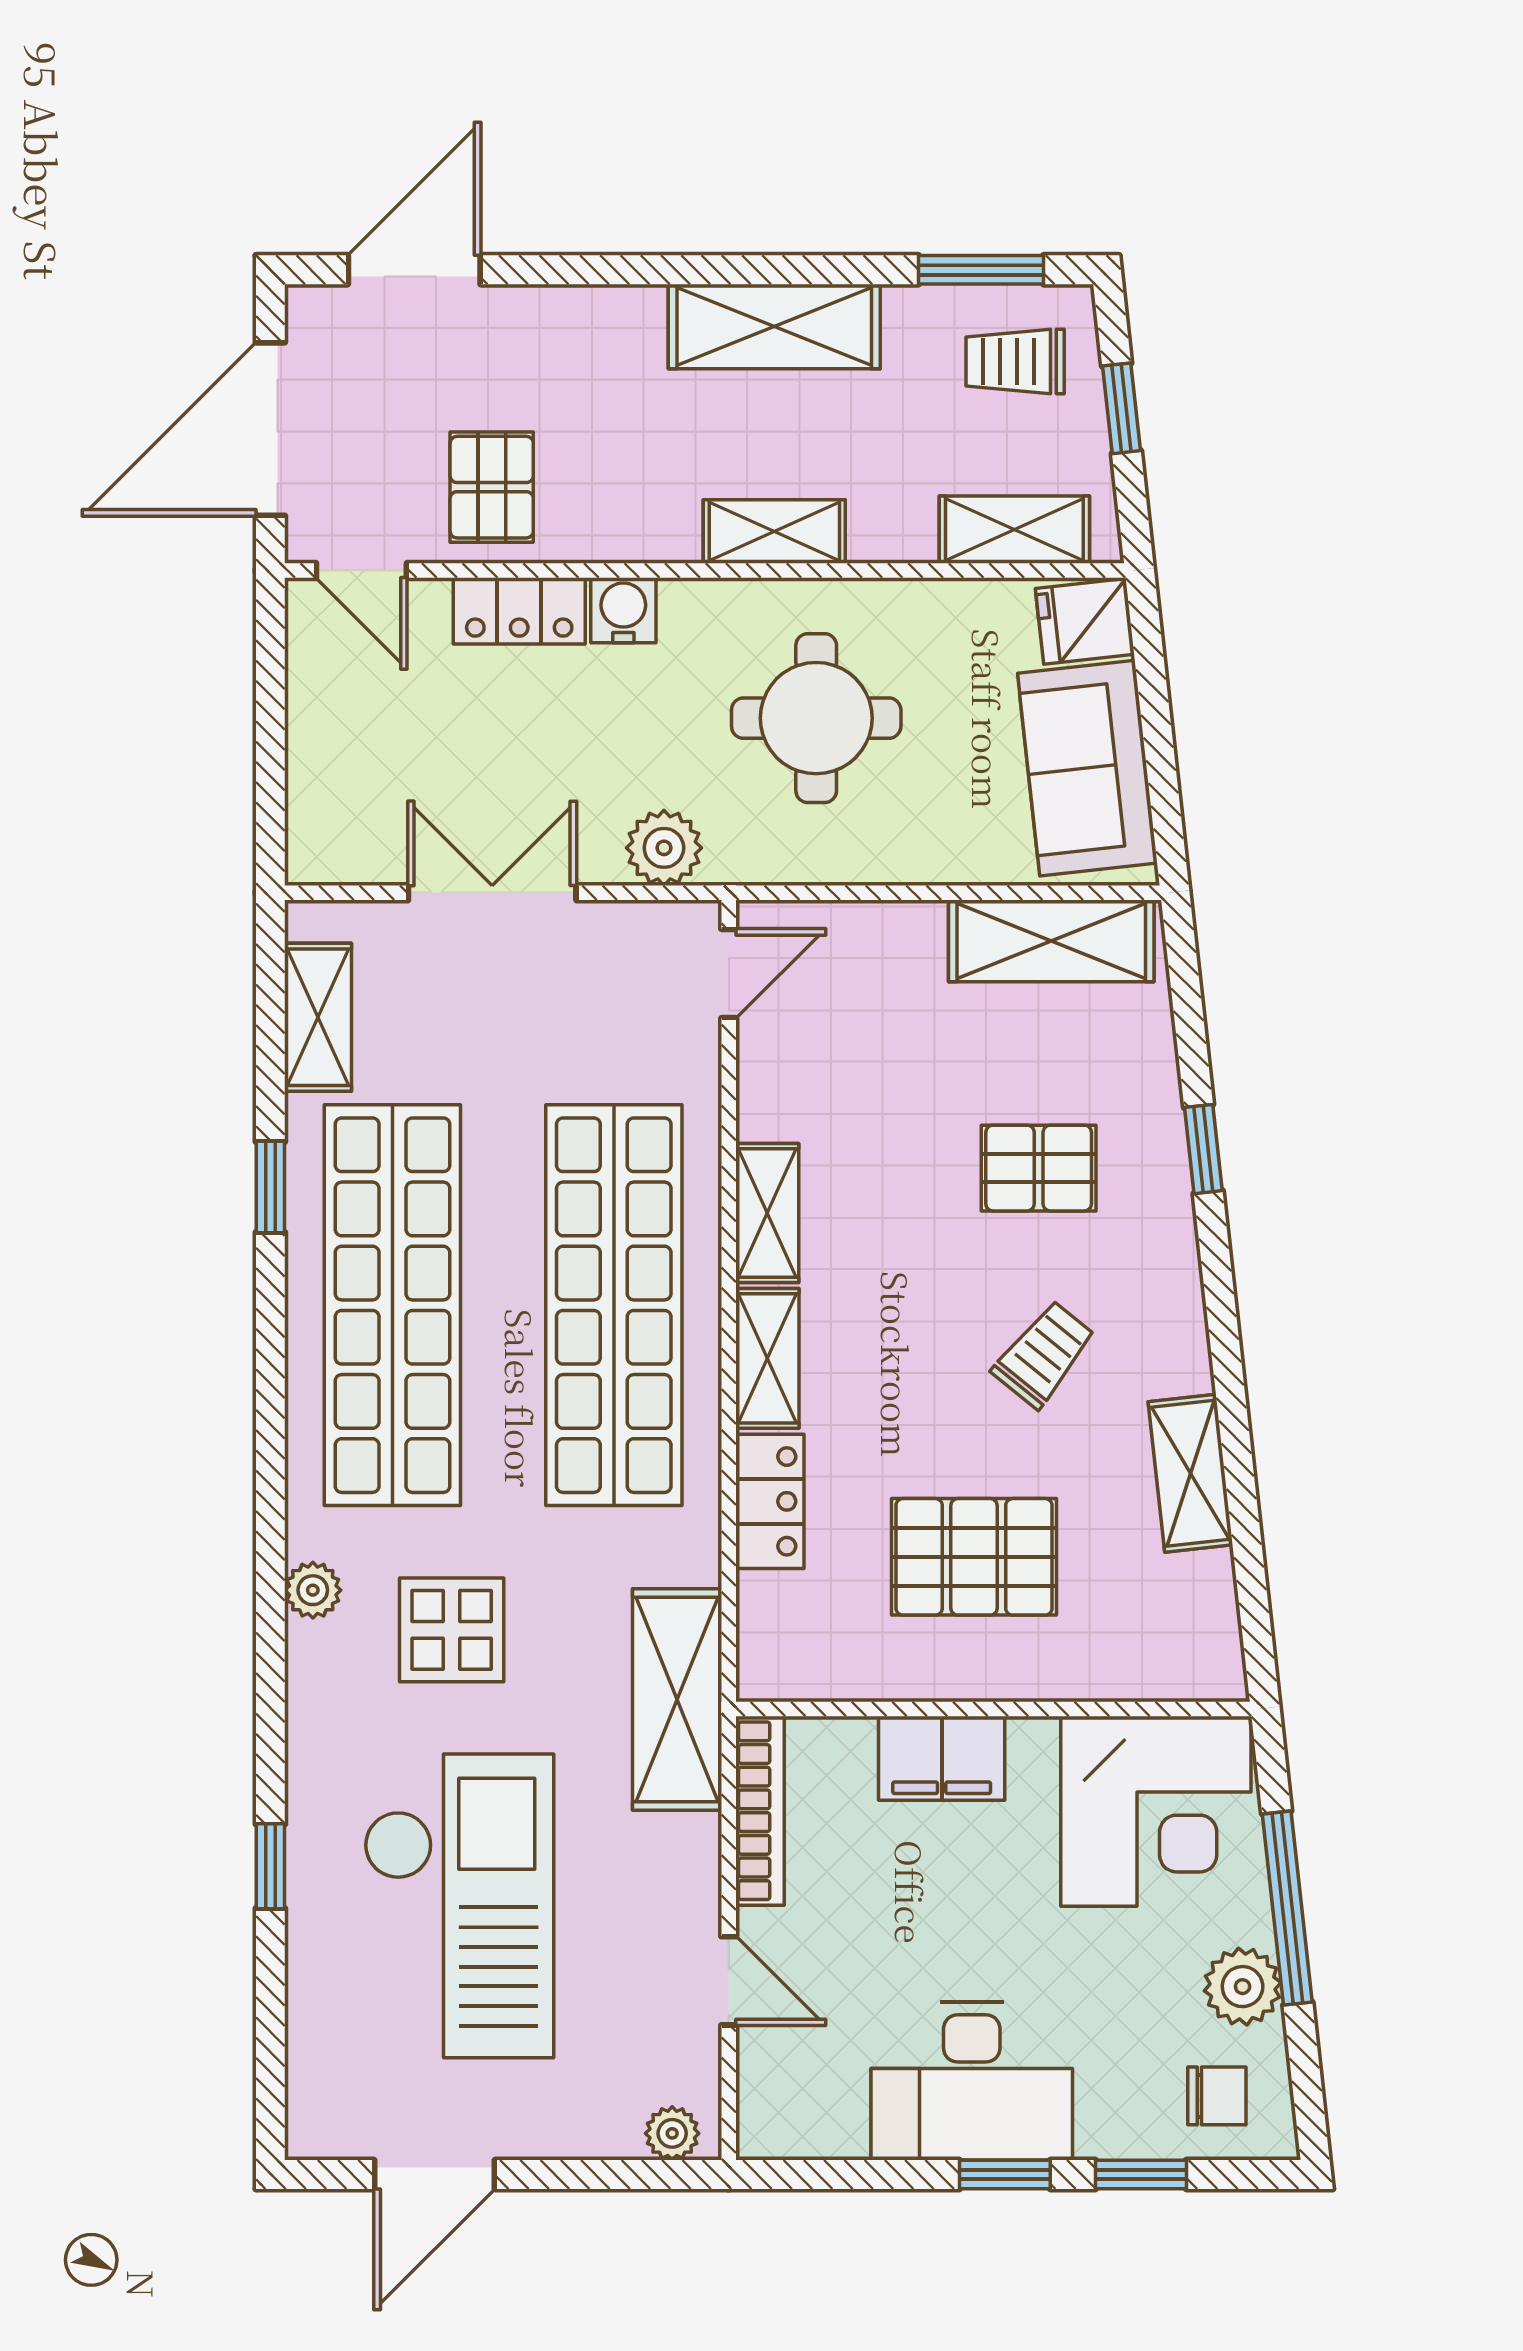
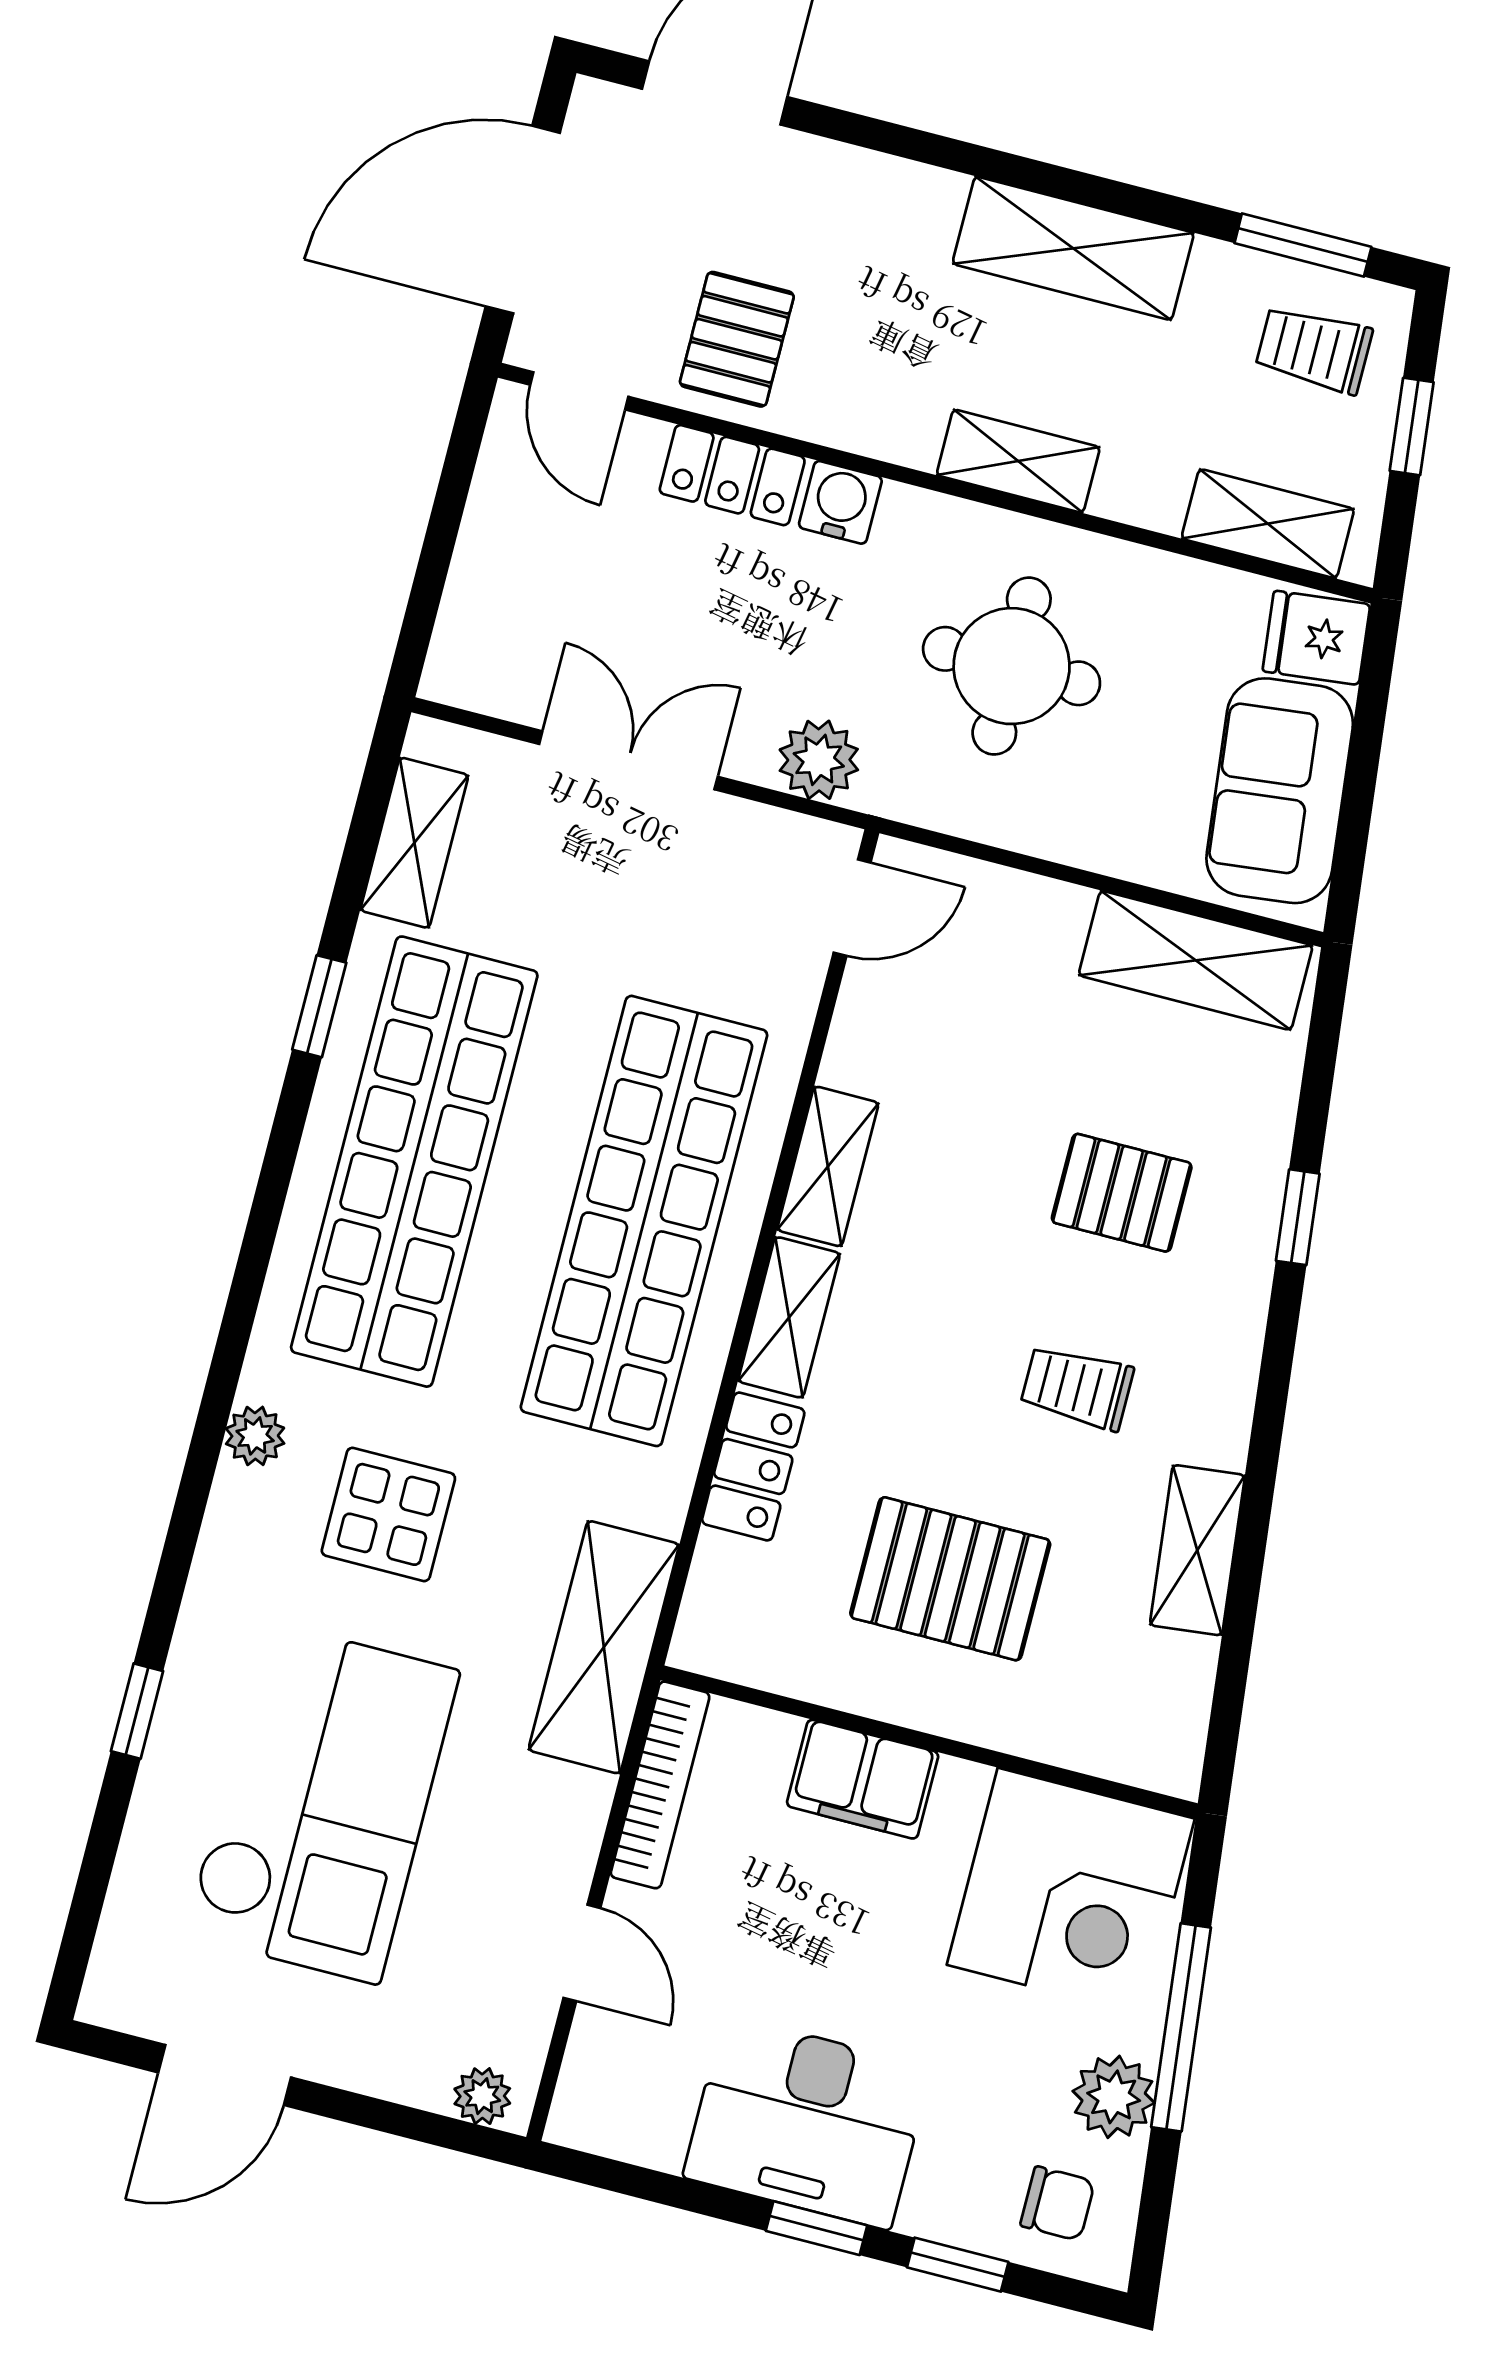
trolley: (1044, 1354) -> (1077, 1387), turned -129

